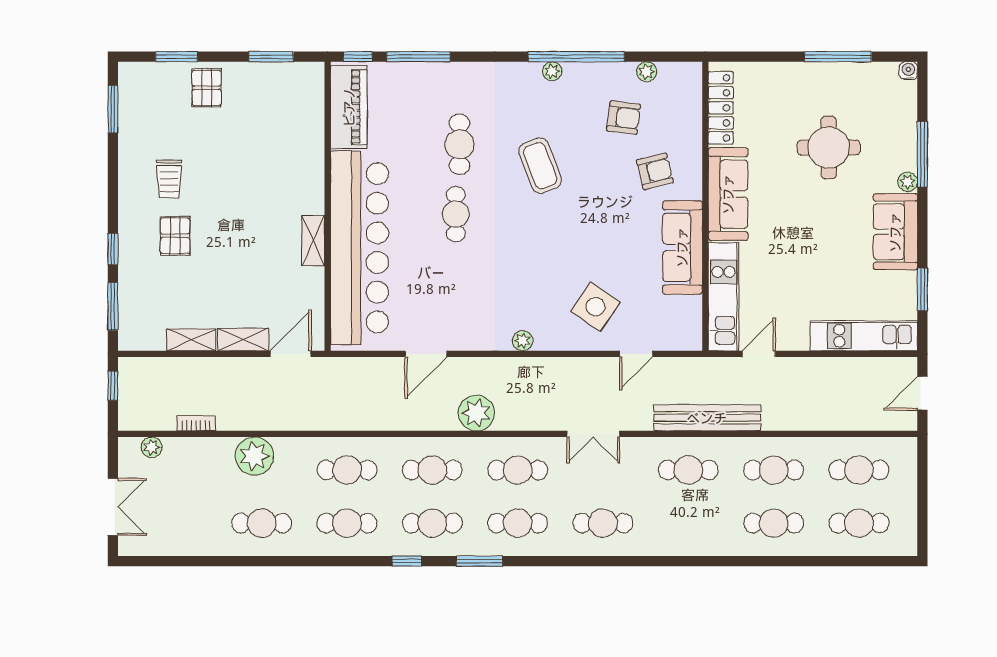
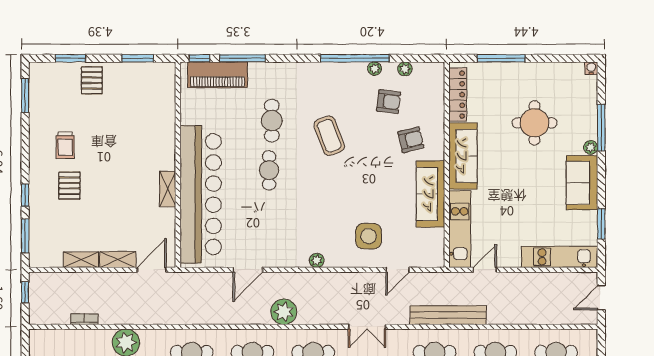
window: (838, 57) -> (501, 58), moved
plant: (552, 71) -> (375, 69), moved
piano: (349, 107) -> (218, 75), moved, turned 90
side table: (595, 307) -> (369, 236), turned -34
plant: (151, 447) -> (53, 336), removed

